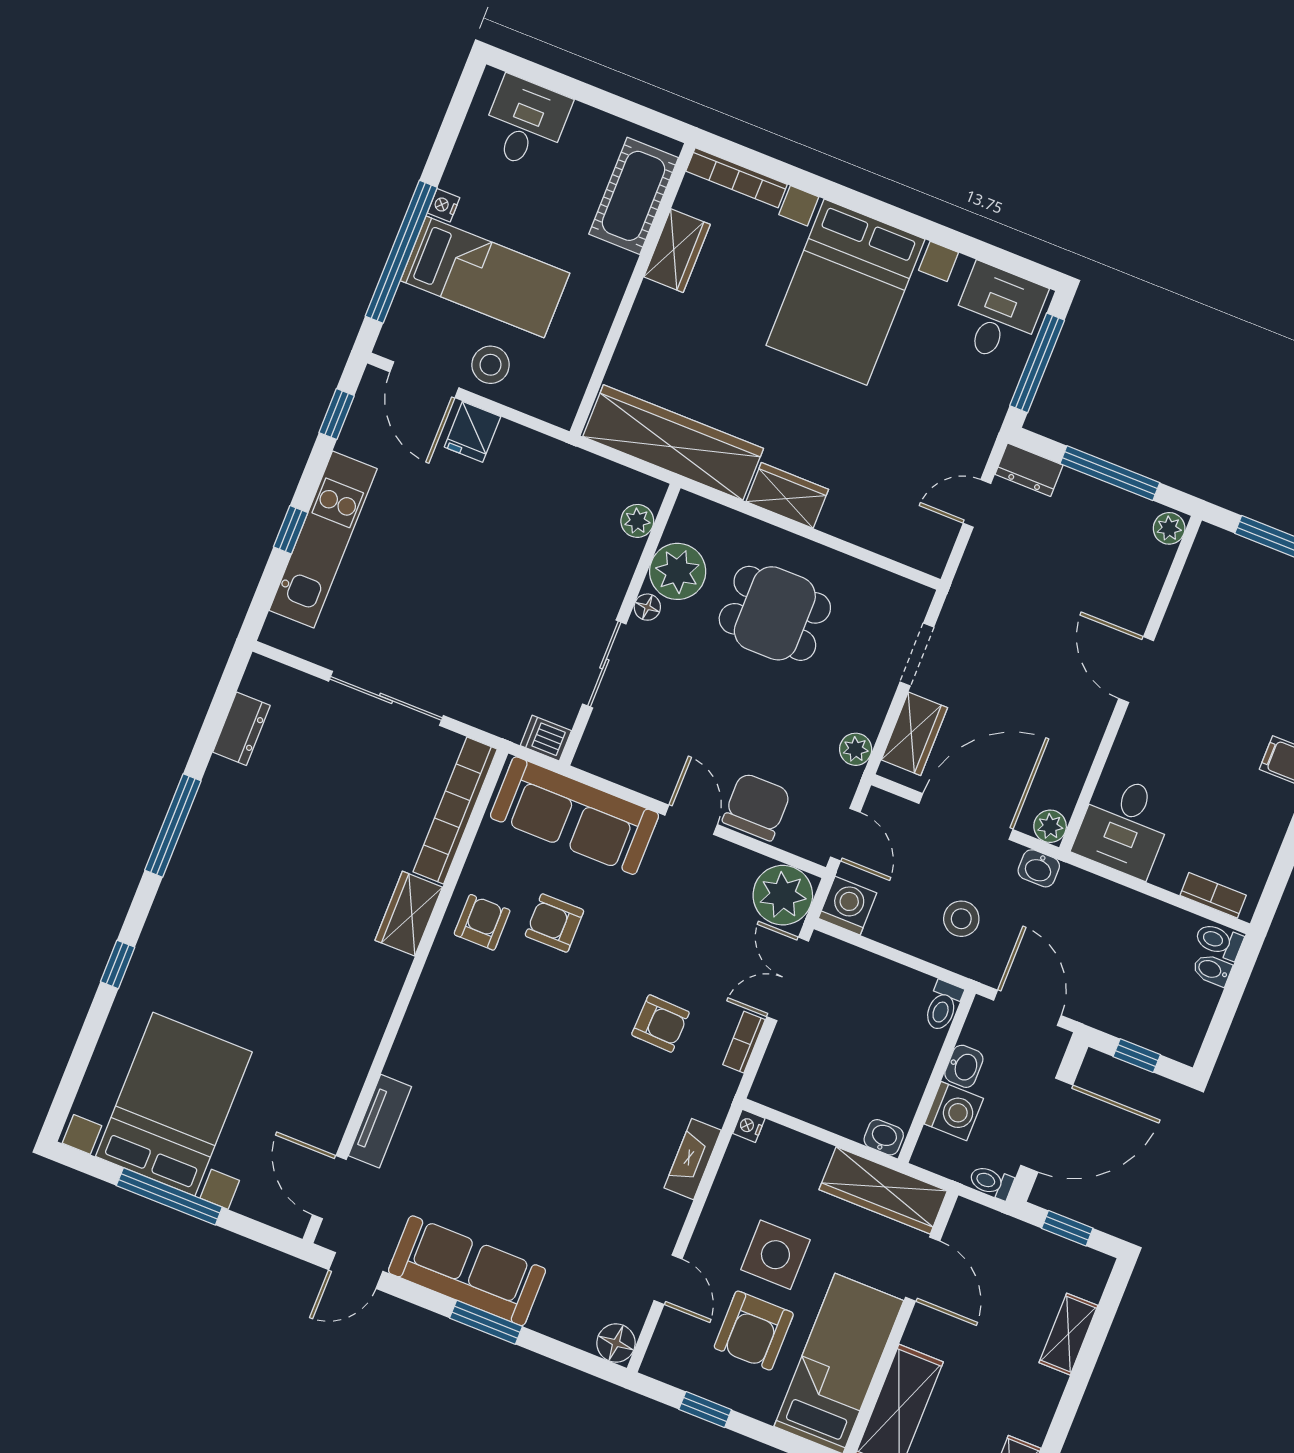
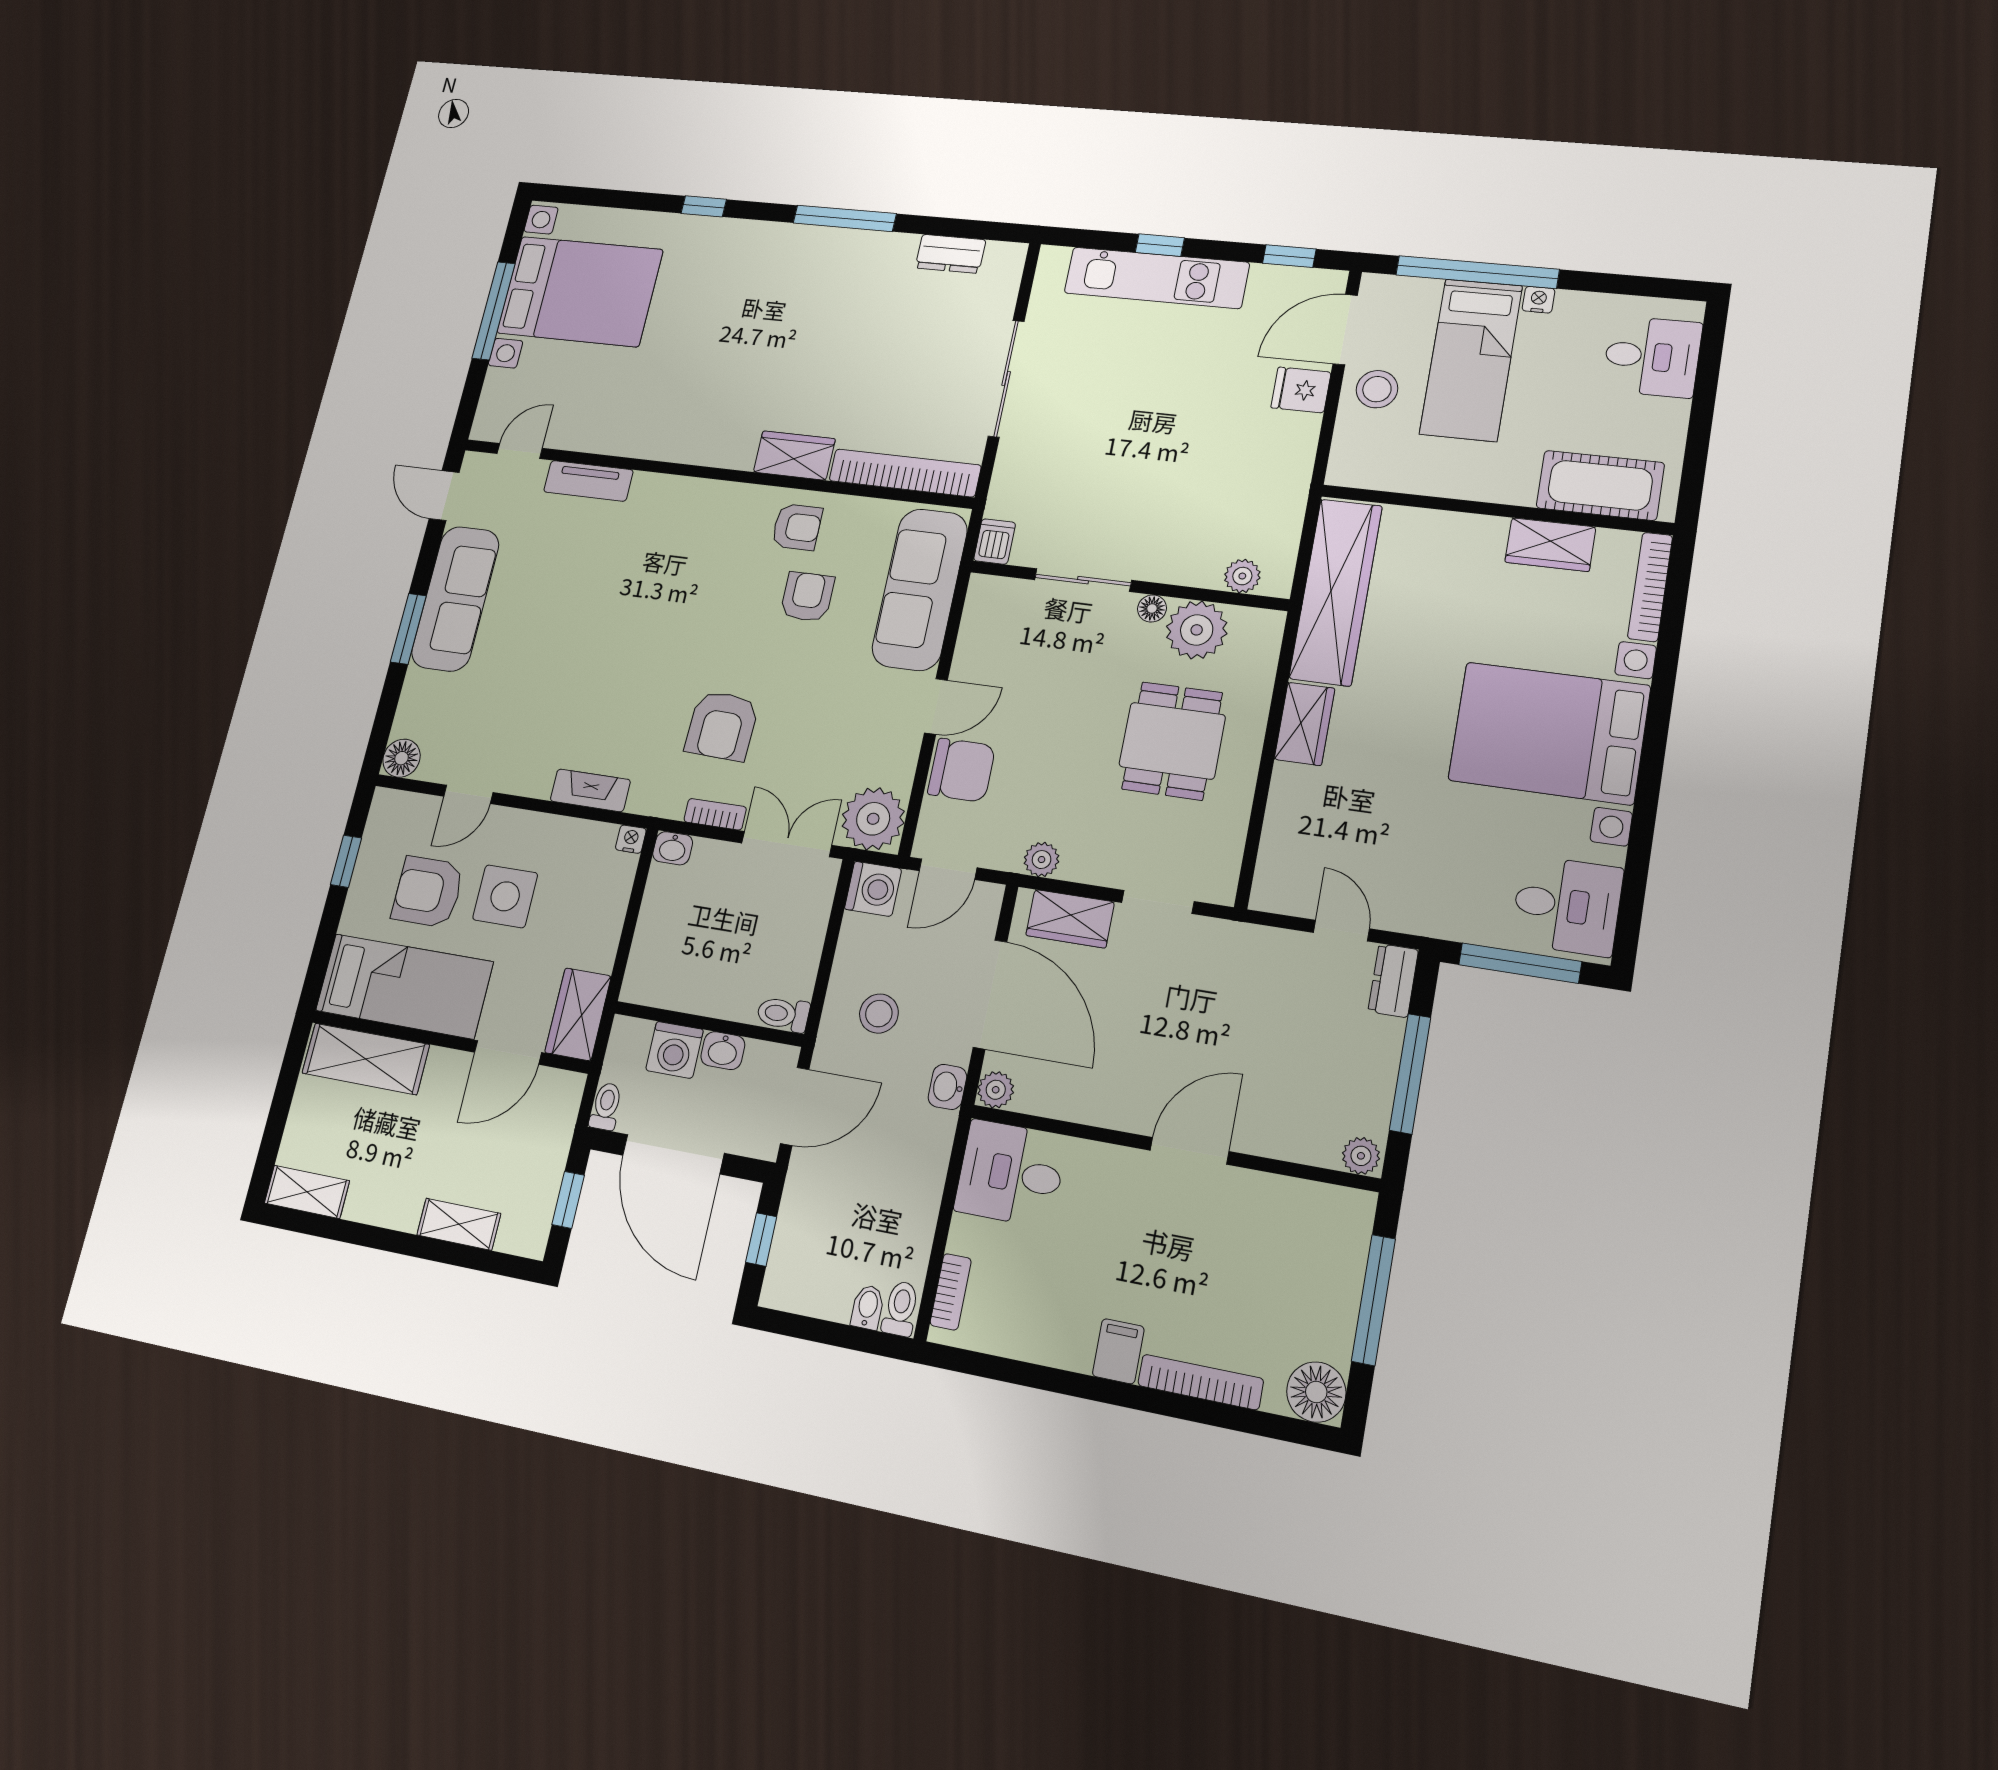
armchair: (660, 1024) -> (722, 726), width x1.38, depth x1.38
washbasin: (884, 1137) -> (673, 848), moved, turned 90
door: (329, 1187) -> (520, 451), width x0.73
wardrobe: (883, 1190) -> (578, 1014), width x0.67

